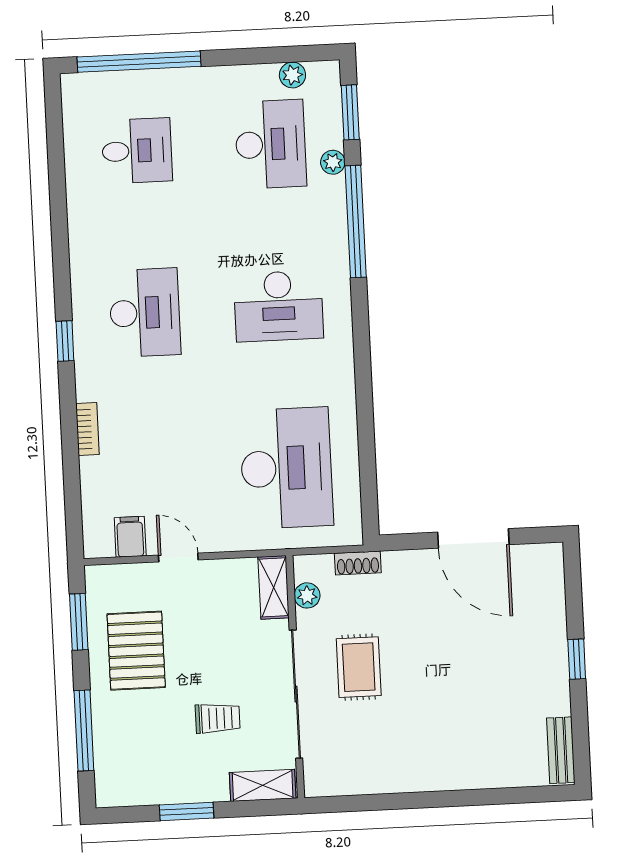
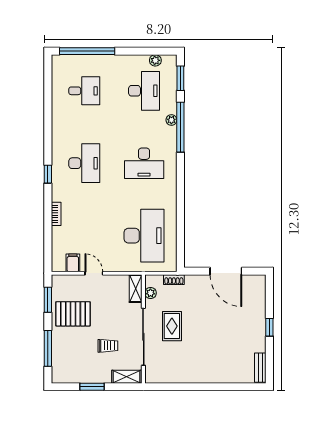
plant: (333, 162) -> (171, 120), moved
pallet: (136, 651) -> (73, 314), turned 90

